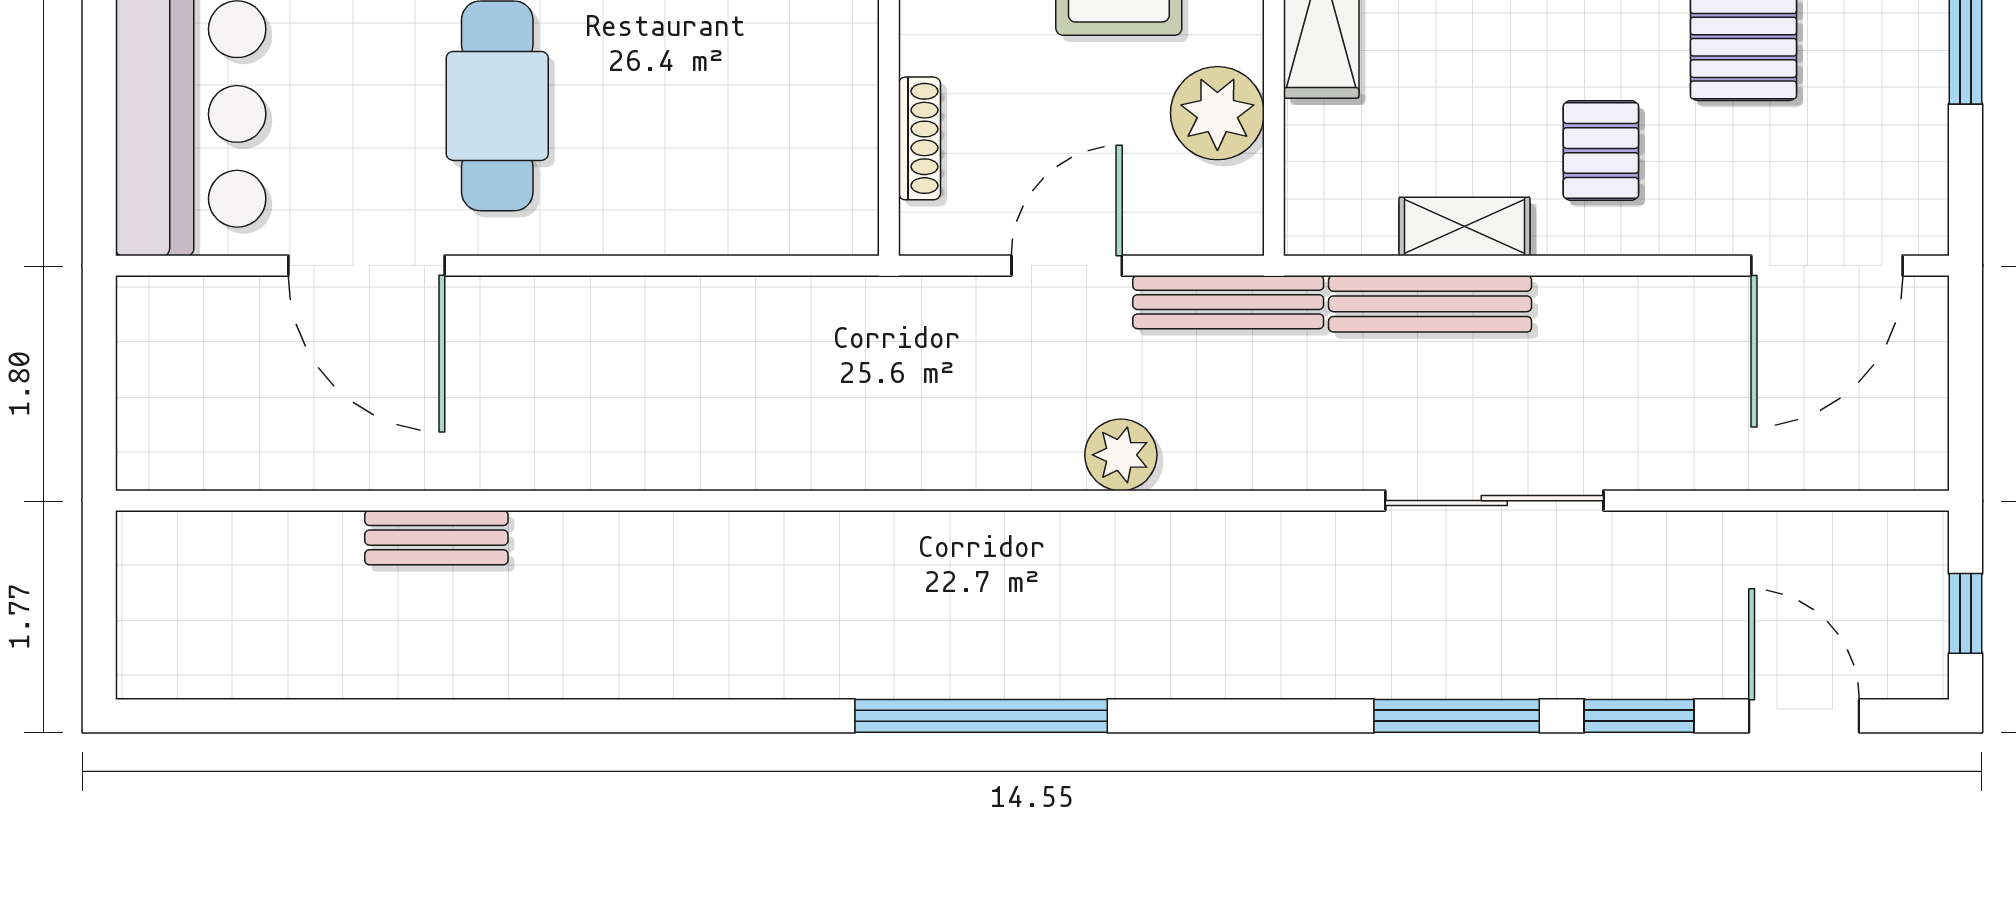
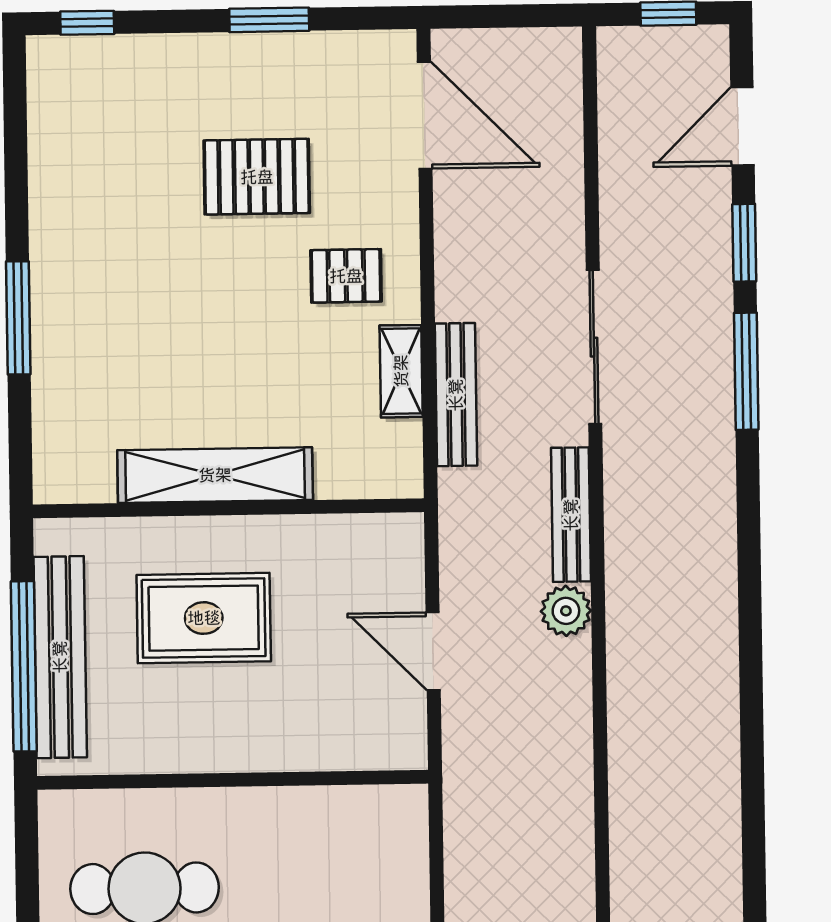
plant: (1217, 113) -> (324, 547), removed
shoe rack: (920, 138) -> (345, 756), removed
bench: (1228, 302) -> (571, 515), moved
window: (981, 716) -> (752, 707), removed

